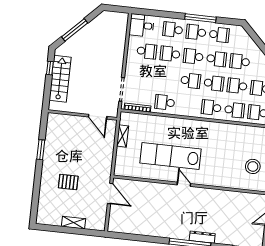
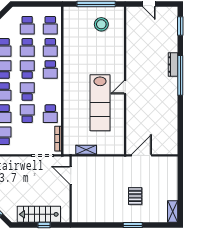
window: (50, 68) -> (44, 225), moved
school desk: (167, 78) -> (27, 114), added
school desk: (234, 110) -> (50, 47), turned 180
door: (98, 117) -> (71, 175), swing flipped
window: (41, 150) -> (133, 225), moved
shelving: (74, 223) -> (173, 212), moved

